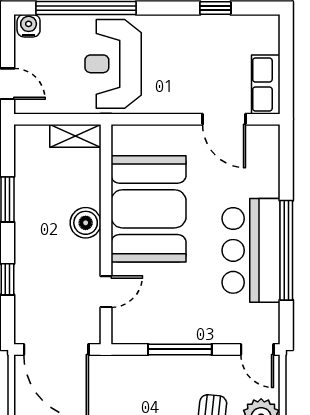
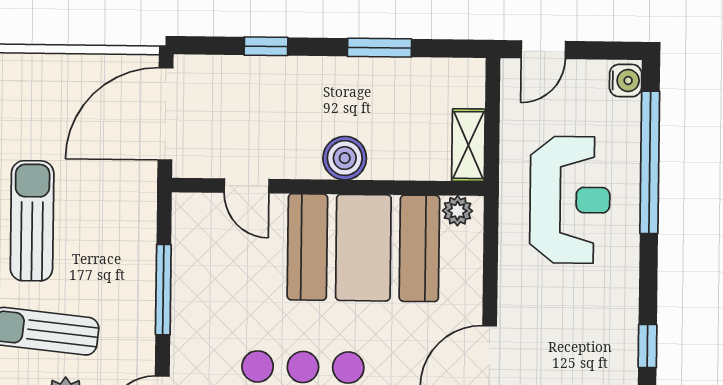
reception desk: (113, 64) -> (570, 200), turned 90
plant: (122, 143) -> (458, 211), added

